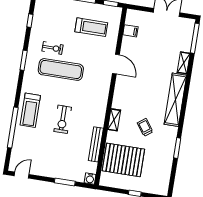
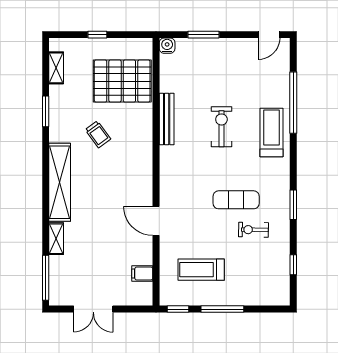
exercise mat: (61, 69) -> (236, 200), width x0.73, depth x0.69
shelving: (114, 120) -> (56, 68), moved
bench: (96, 144) -> (167, 119), moved

